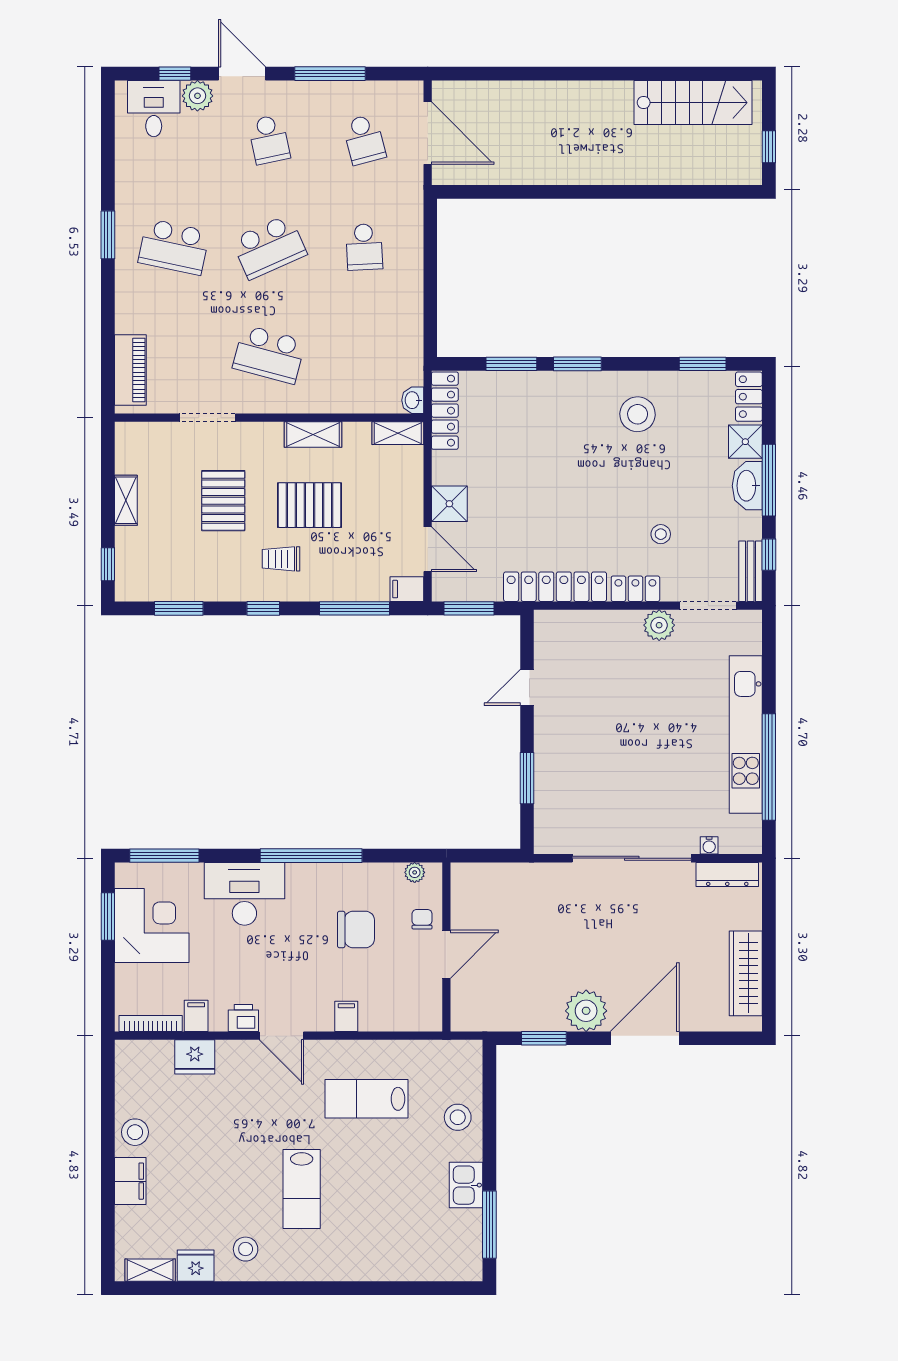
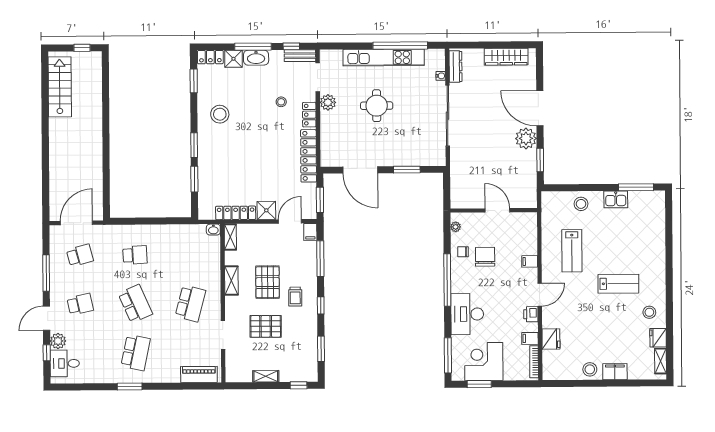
locker: (445, 411) -> (236, 213), moved
door: (527, 687) -> (360, 170), width x1.87
round table: (652, 720) -> (377, 106), added
chair: (422, 919) -> (463, 252), moved

